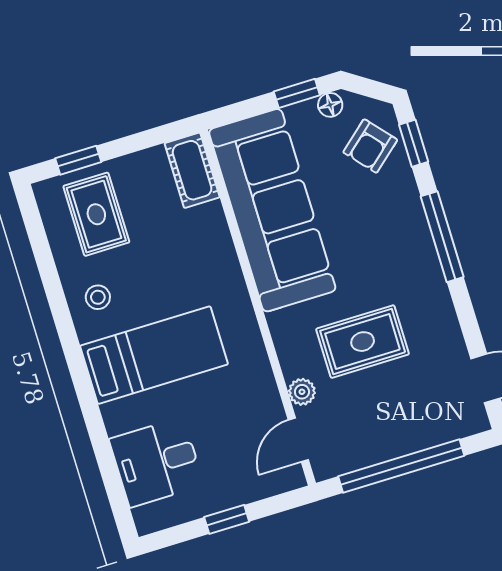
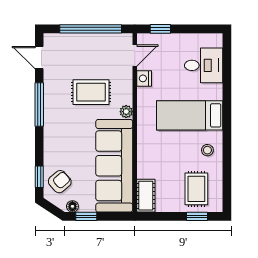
window: (442, 237) -> (39, 105), moved
plant: (302, 392) -> (126, 112), moved
nightstand: (266, 400) -> (144, 78), added
window: (227, 519) -> (160, 29), moved

